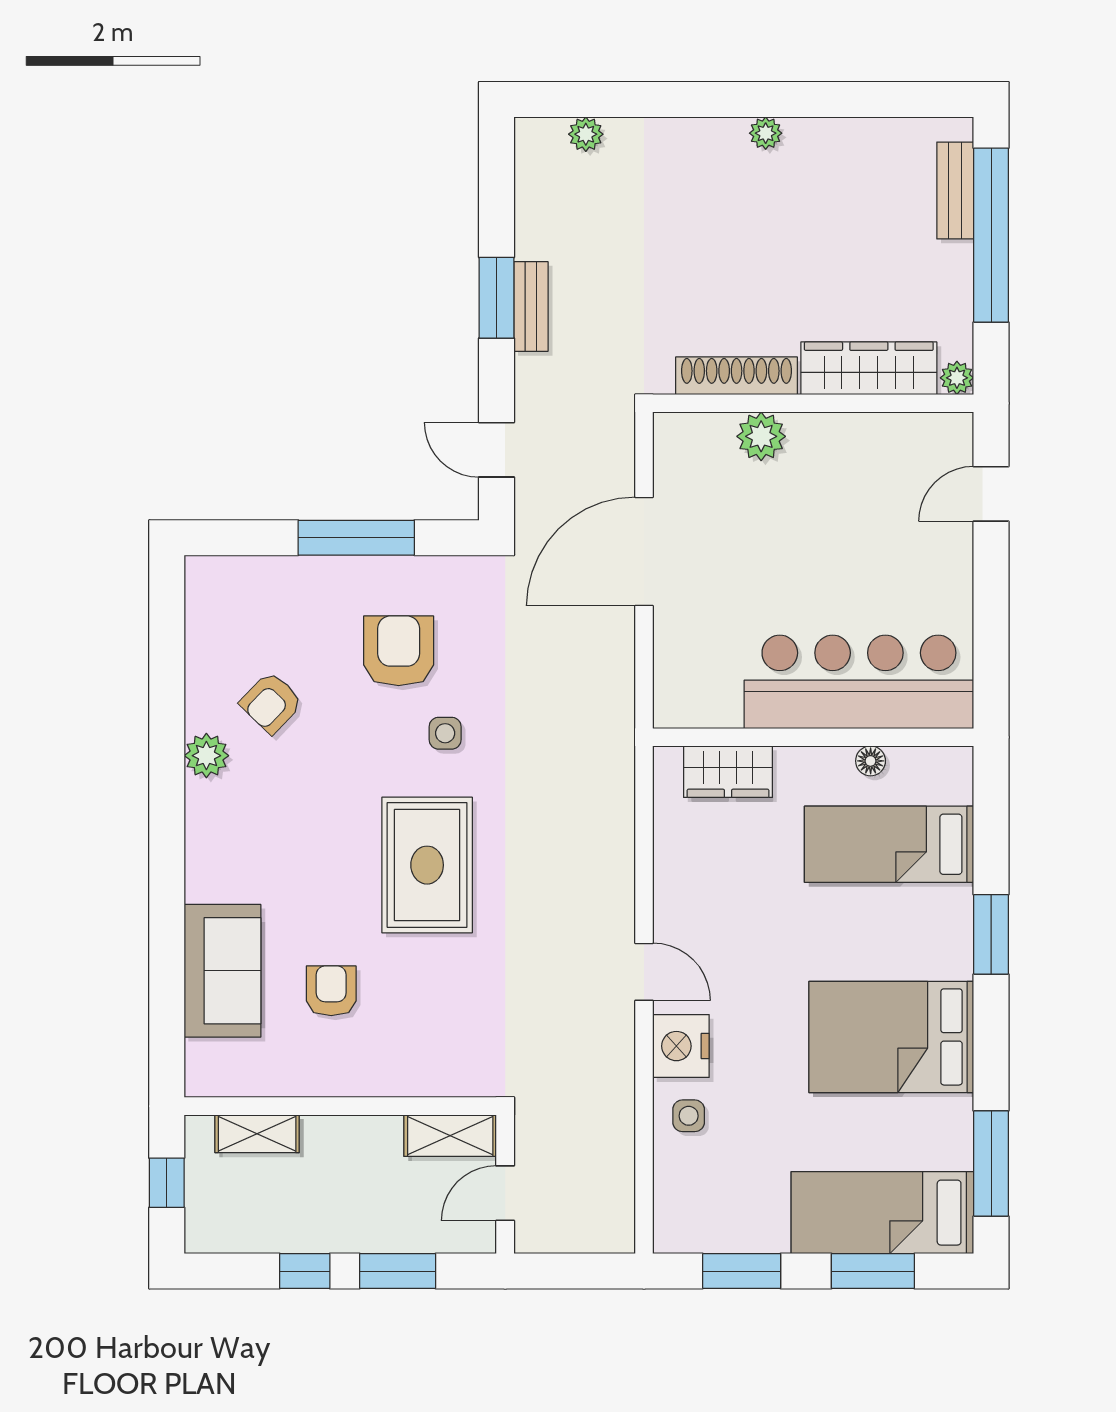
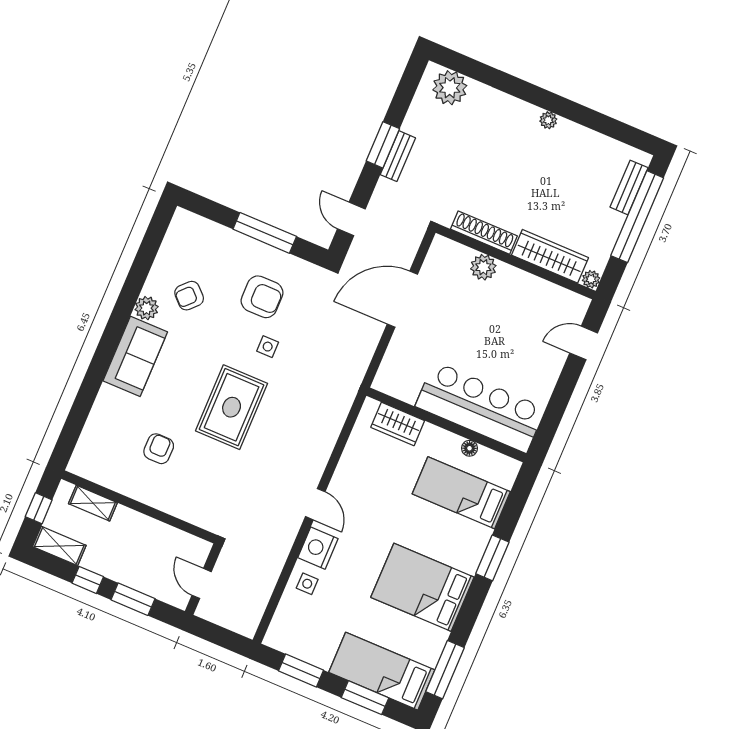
plant: (586, 134) -> (450, 88), width x1.87, depth x1.87
armchair: (399, 651) -> (262, 297), turned 90
sofa: (222, 971) -> (135, 356), moved
shelving: (450, 1136) -> (59, 546), moved
door: (505, 1193) -> (202, 583), hinge flipped

